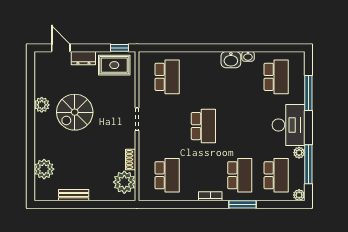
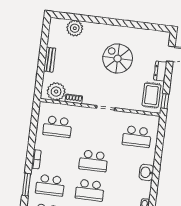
washbasin: (231, 60) -> (146, 172), moved
plant: (42, 105) -> (127, 33), removed
school desk: (240, 126) -> (90, 190), added
bench: (74, 195) -> (50, 60), moved

